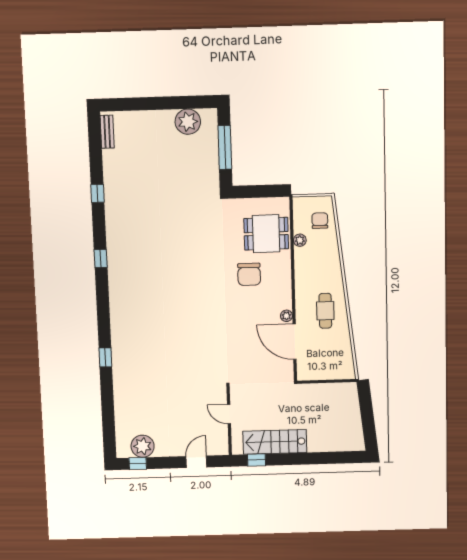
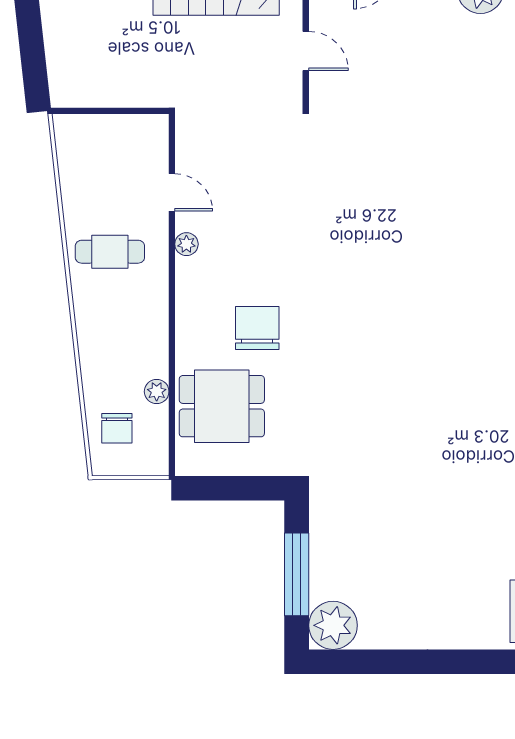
plant: (188, 122) -> (333, 625), moved
cafe table: (325, 311) -> (110, 252), turned 90
door: (295, 342) -> (172, 192), width x0.53

